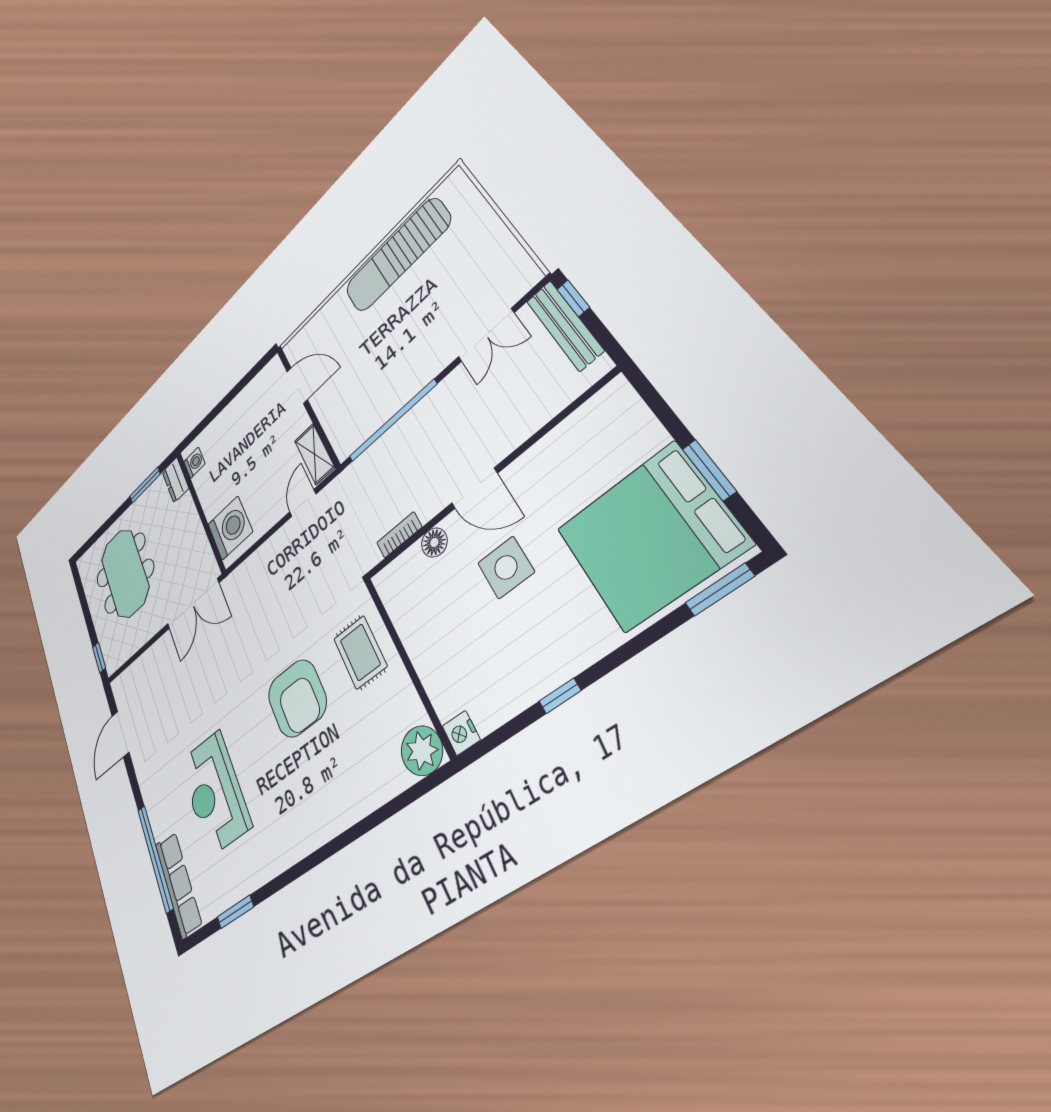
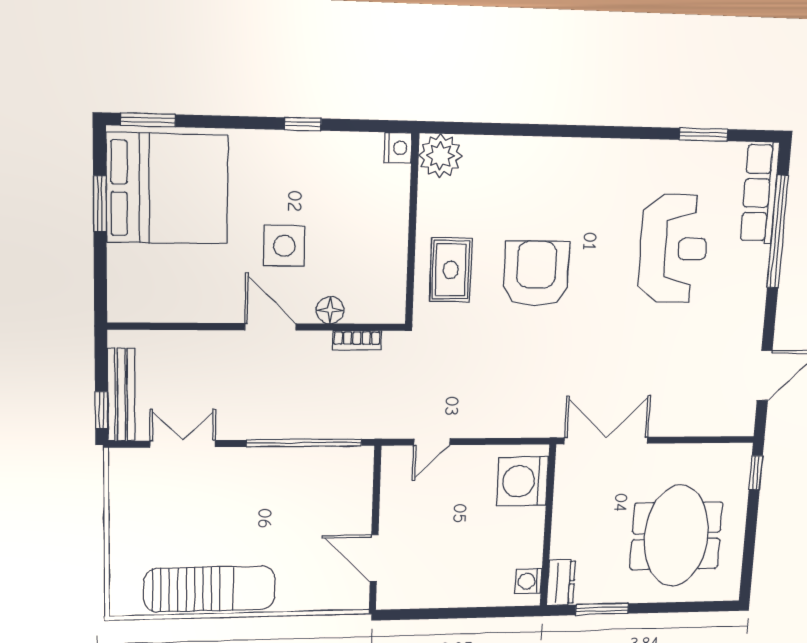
shelving: (314, 454) -> (394, 477), removed

